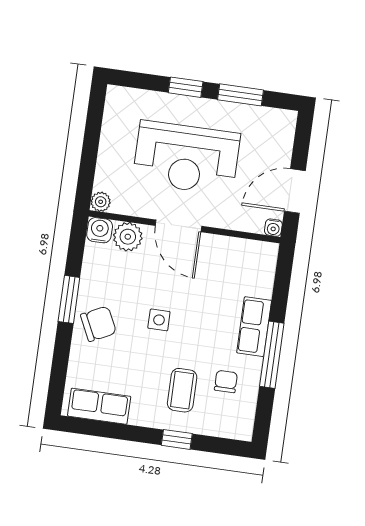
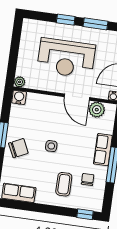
door: (178, 226) -> (77, 97), moved
plant: (128, 237) -> (97, 110), moved
window: (177, 439) -> (85, 214), moved

